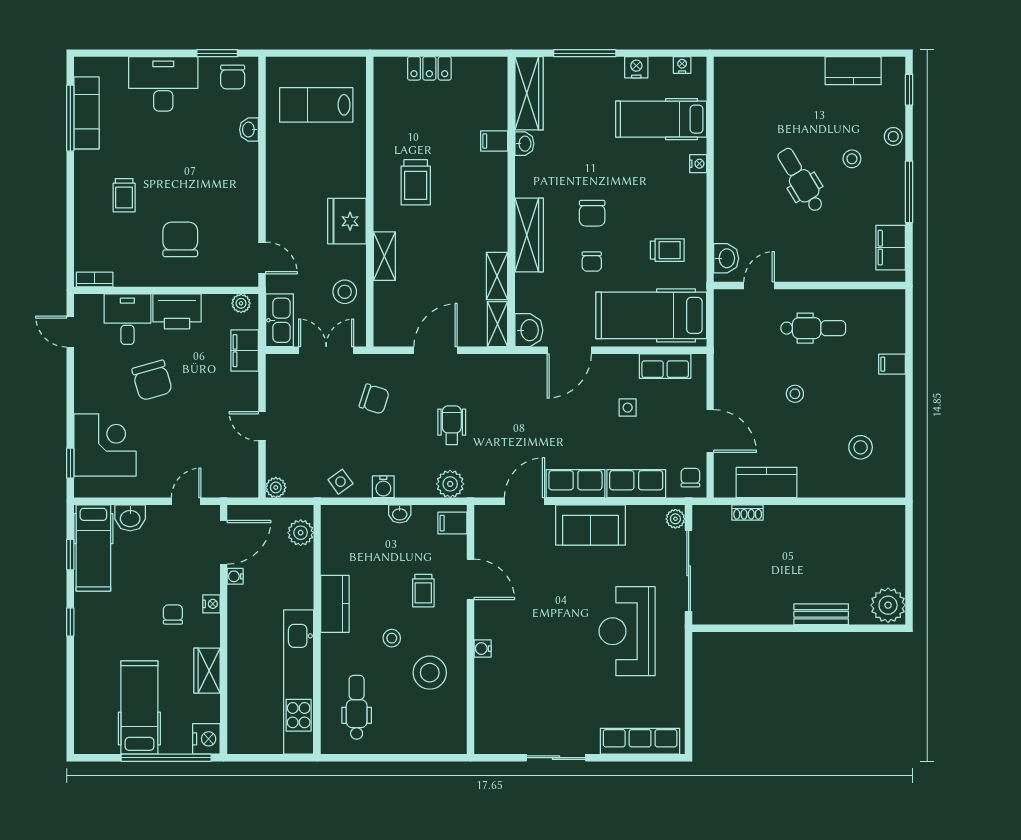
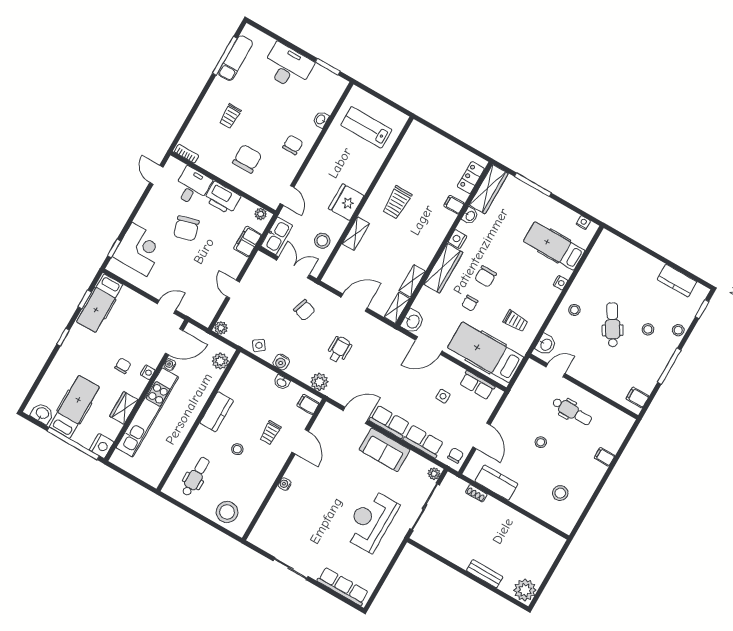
nightstand: (636, 67) -> (457, 239), moved, turned -90
locker: (429, 68) -> (471, 178), moved, turned 90
chair: (233, 77) -> (293, 145), moved, turned 180
stool: (738, 190) -> (574, 310), added
filing cabinet: (891, 248) -> (637, 398), width x0.50
washbasin: (130, 518) -> (42, 413), moved, turned 180
stool: (430, 673) -> (227, 512), moved
kitchen unit: (299, 682) -> (147, 412), moved, turned 180

